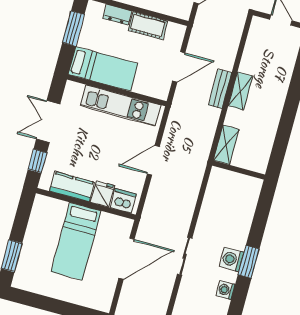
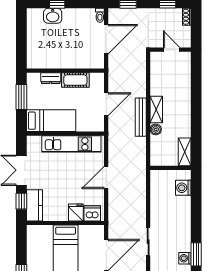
bench: (220, 89) -> (141, 117), width x1.36
boiler: (233, 116) -> (156, 129), added
shelving: (226, 145) -> (185, 152), moved
kitchen counter: (72, 187) -> (35, 205), moved, turned 90
washing machine: (232, 259) -> (183, 188), moved
window: (249, 262) -> (196, 254), moved

